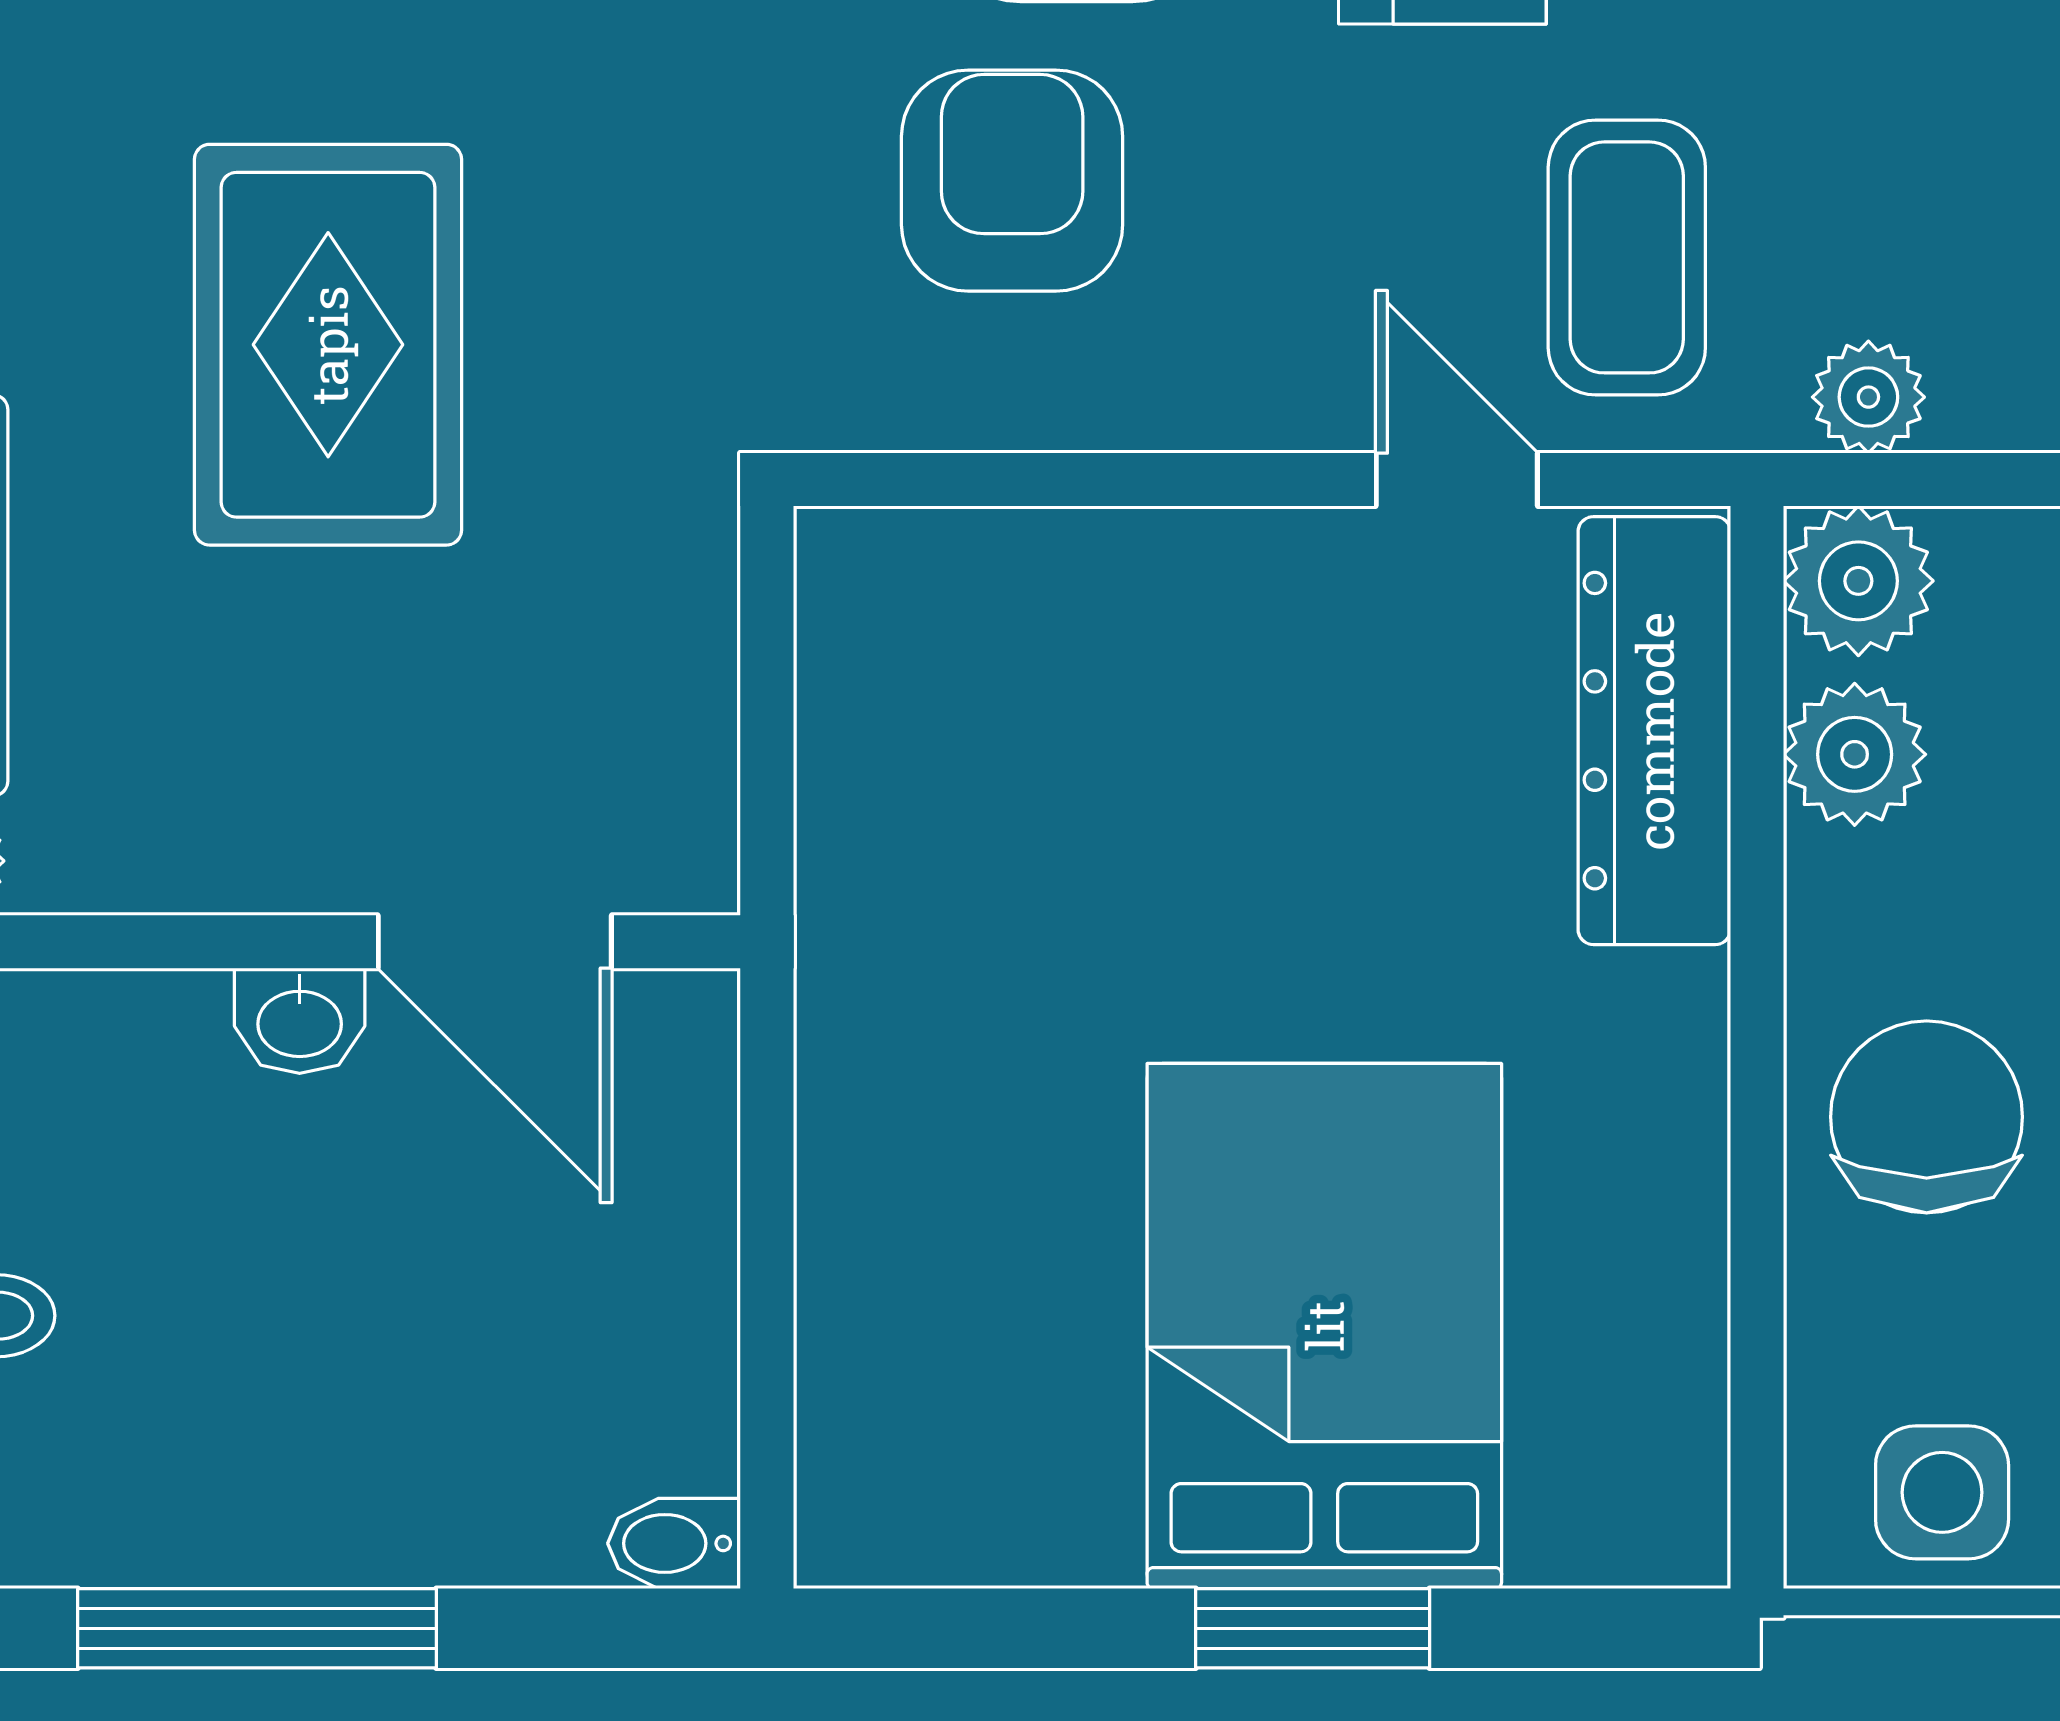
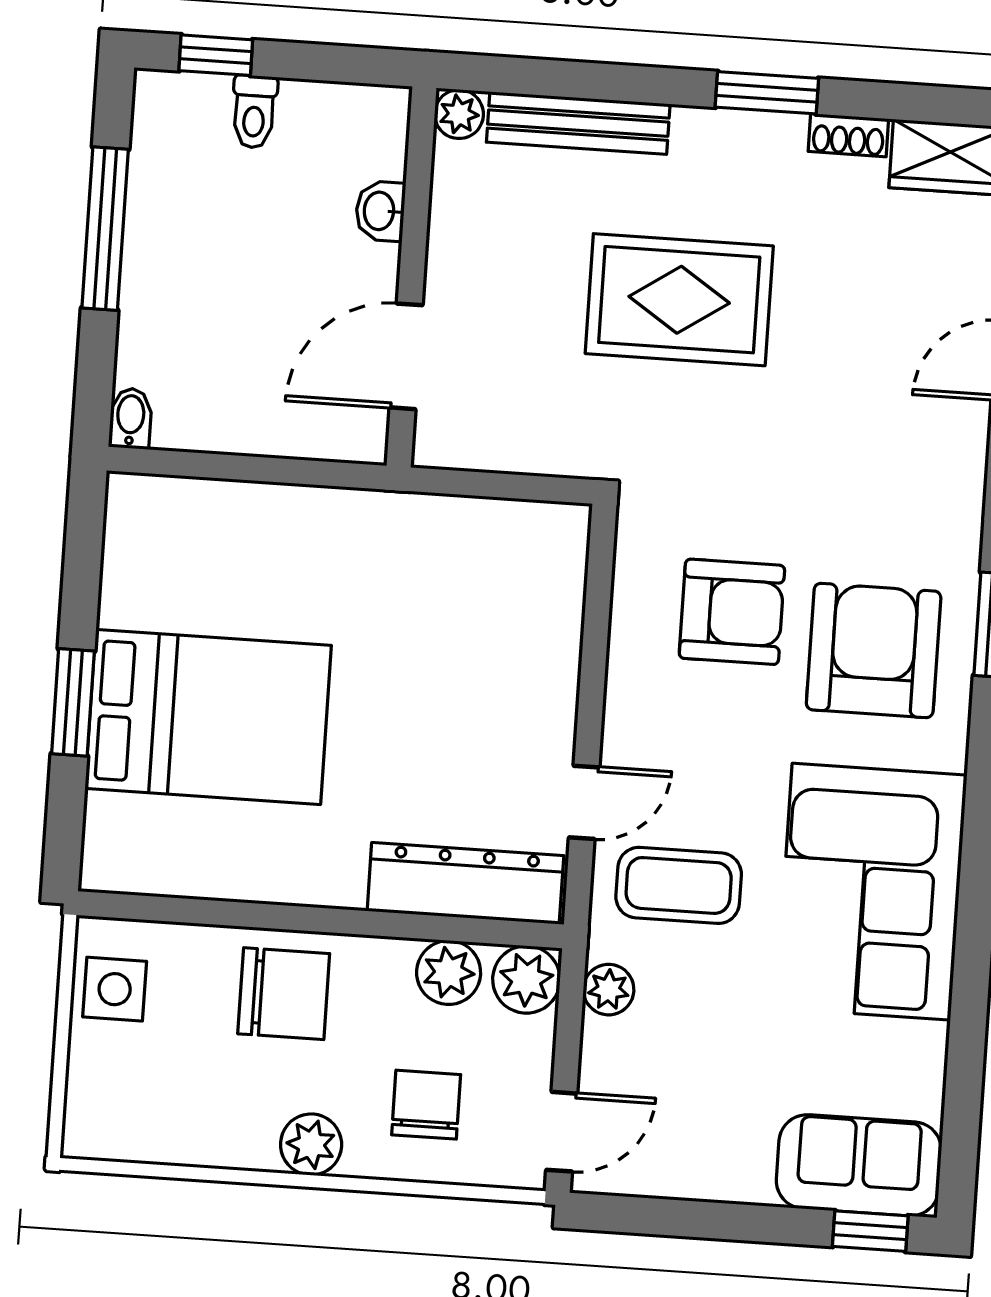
washbasin: (300, 1021) -> (380, 211), moved

